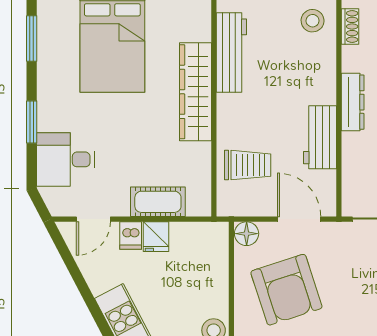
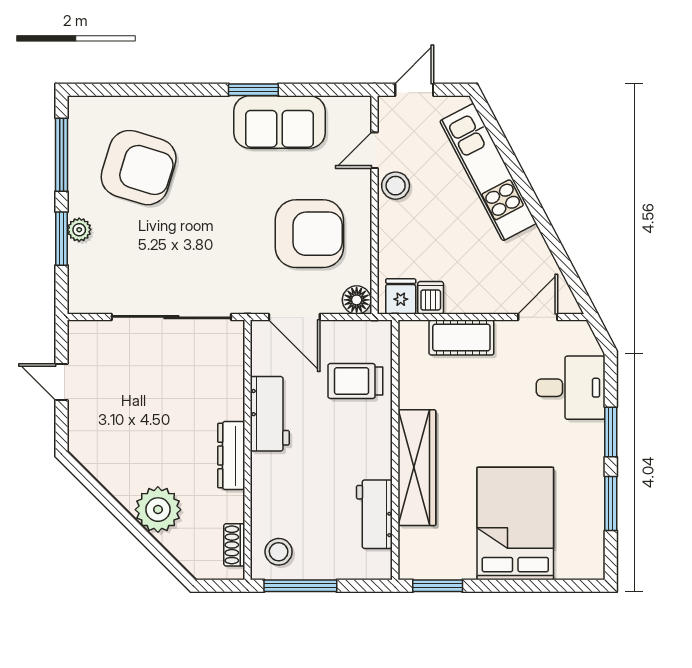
window: (32, 39) -> (611, 503), moved
workbench: (231, 52) -> (374, 514), width x0.73
dishwasher: (131, 236) -> (431, 298), moved
fridge: (156, 237) -> (401, 296), moved
armchair: (286, 290) -> (309, 234), turned 108

